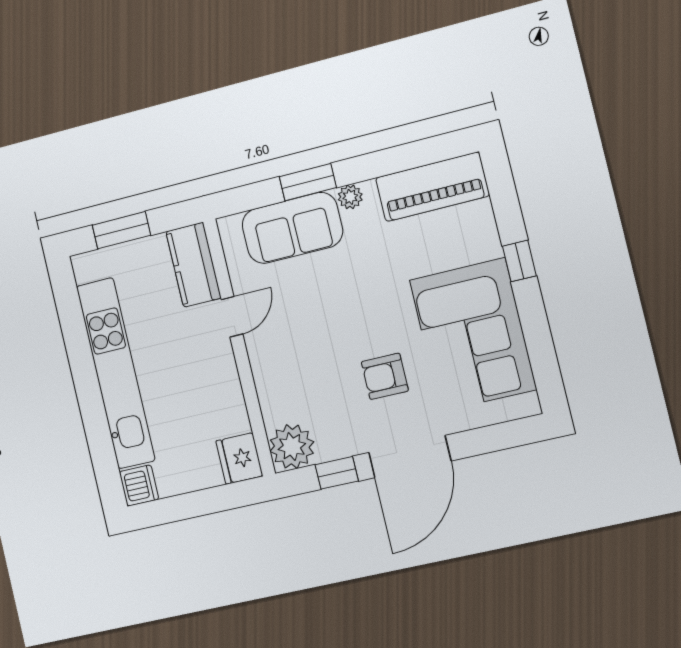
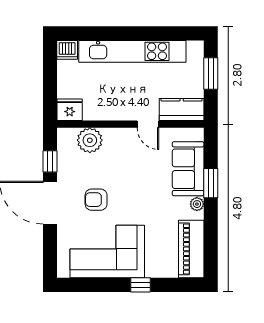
armchair: (385, 376) -> (96, 200), turned -90
plant: (292, 447) -> (90, 140), moved

